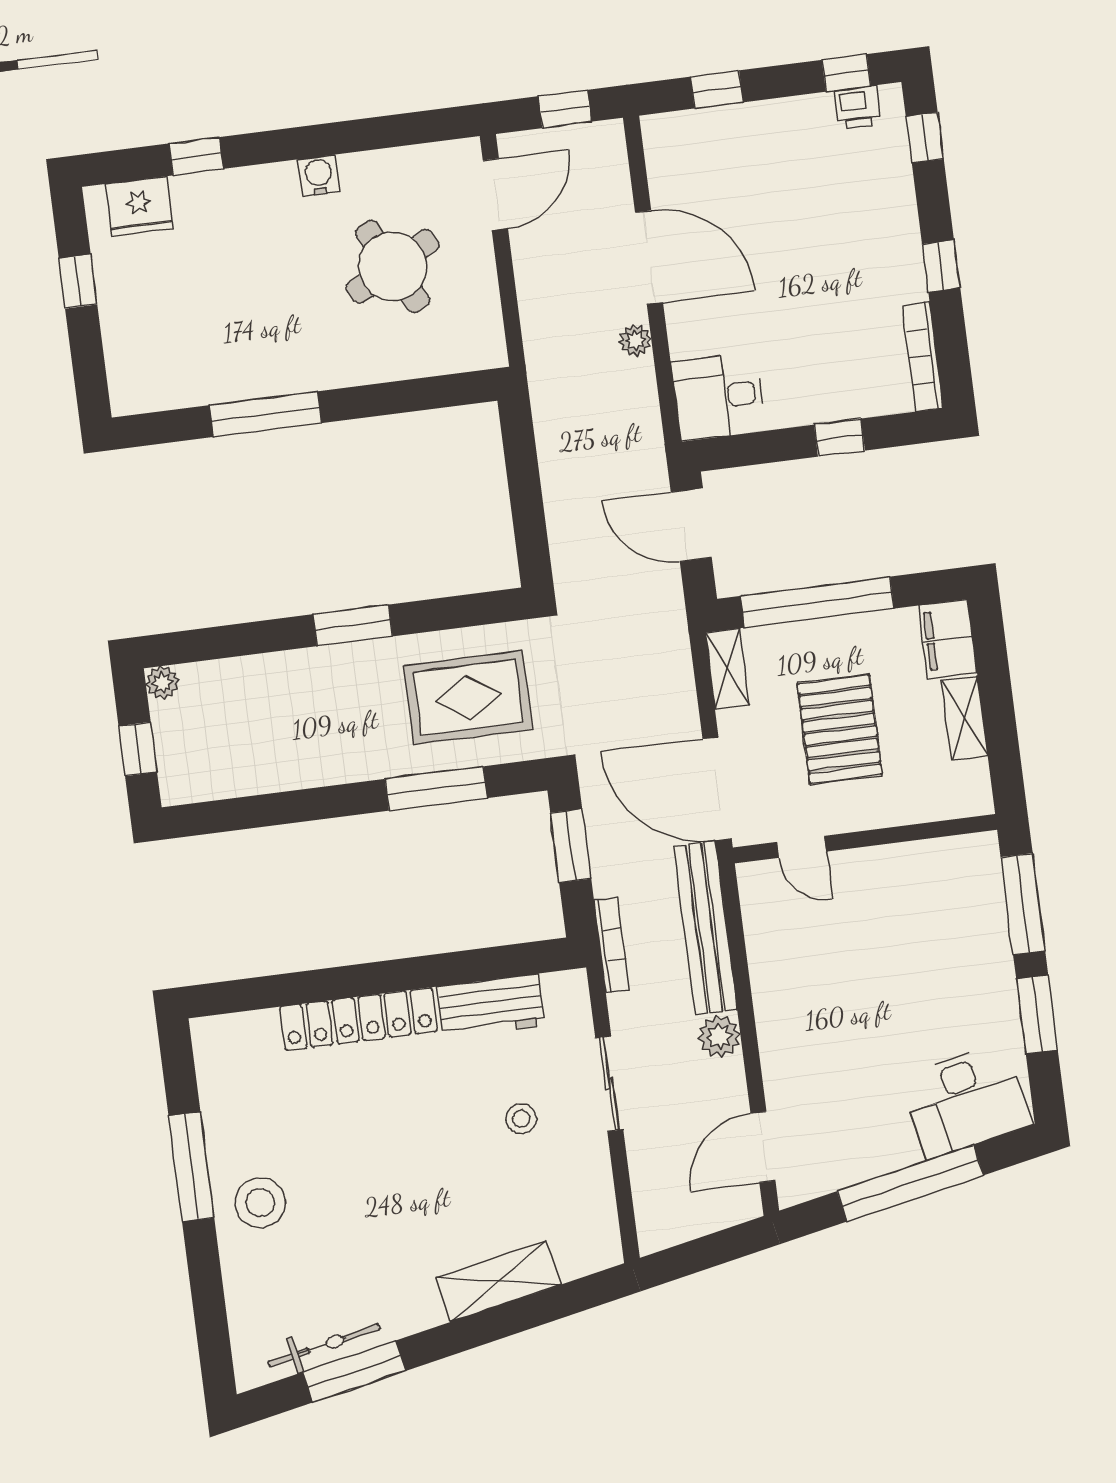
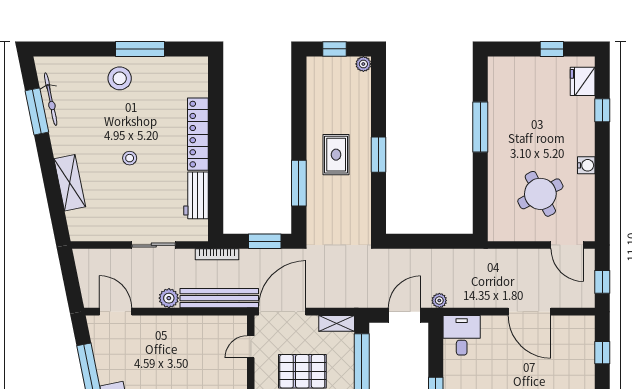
door: (649, 257) -> (529, 312), hinge flipped
plant: (635, 340) -> (439, 300), moved
rug: (468, 697) -> (336, 155), moved, width x0.73, depth x0.70
stool: (521, 1119) -> (130, 158), moved

